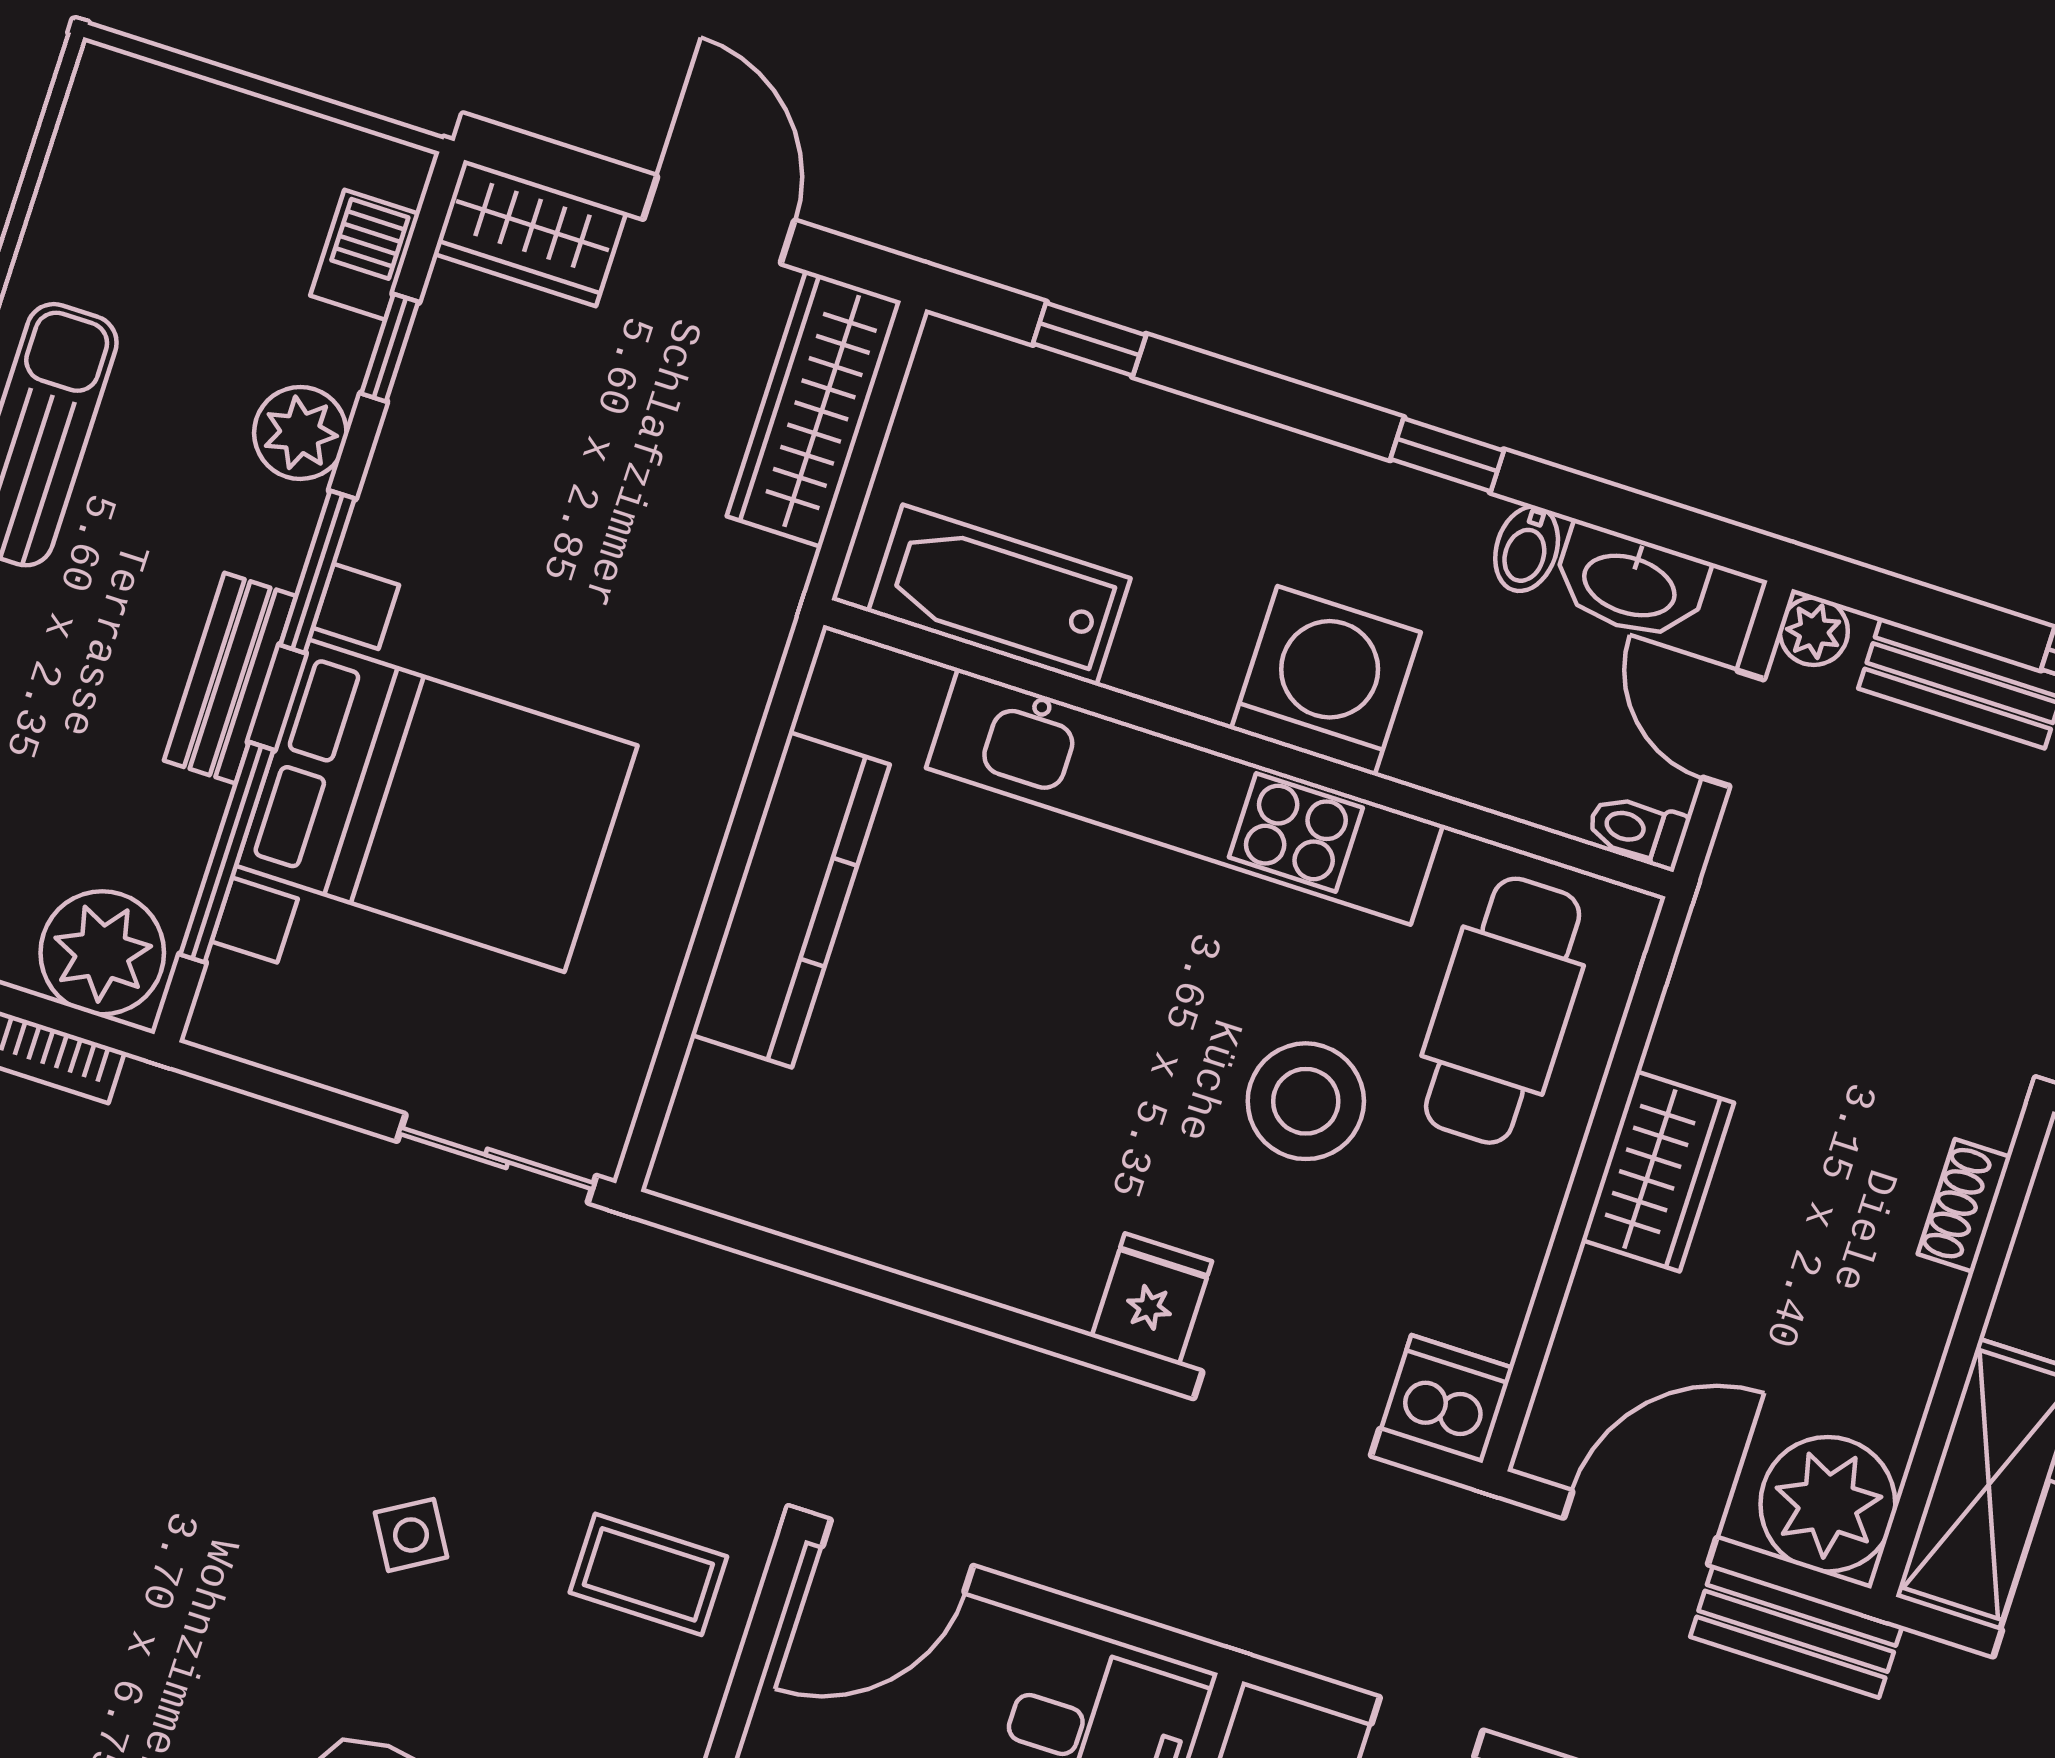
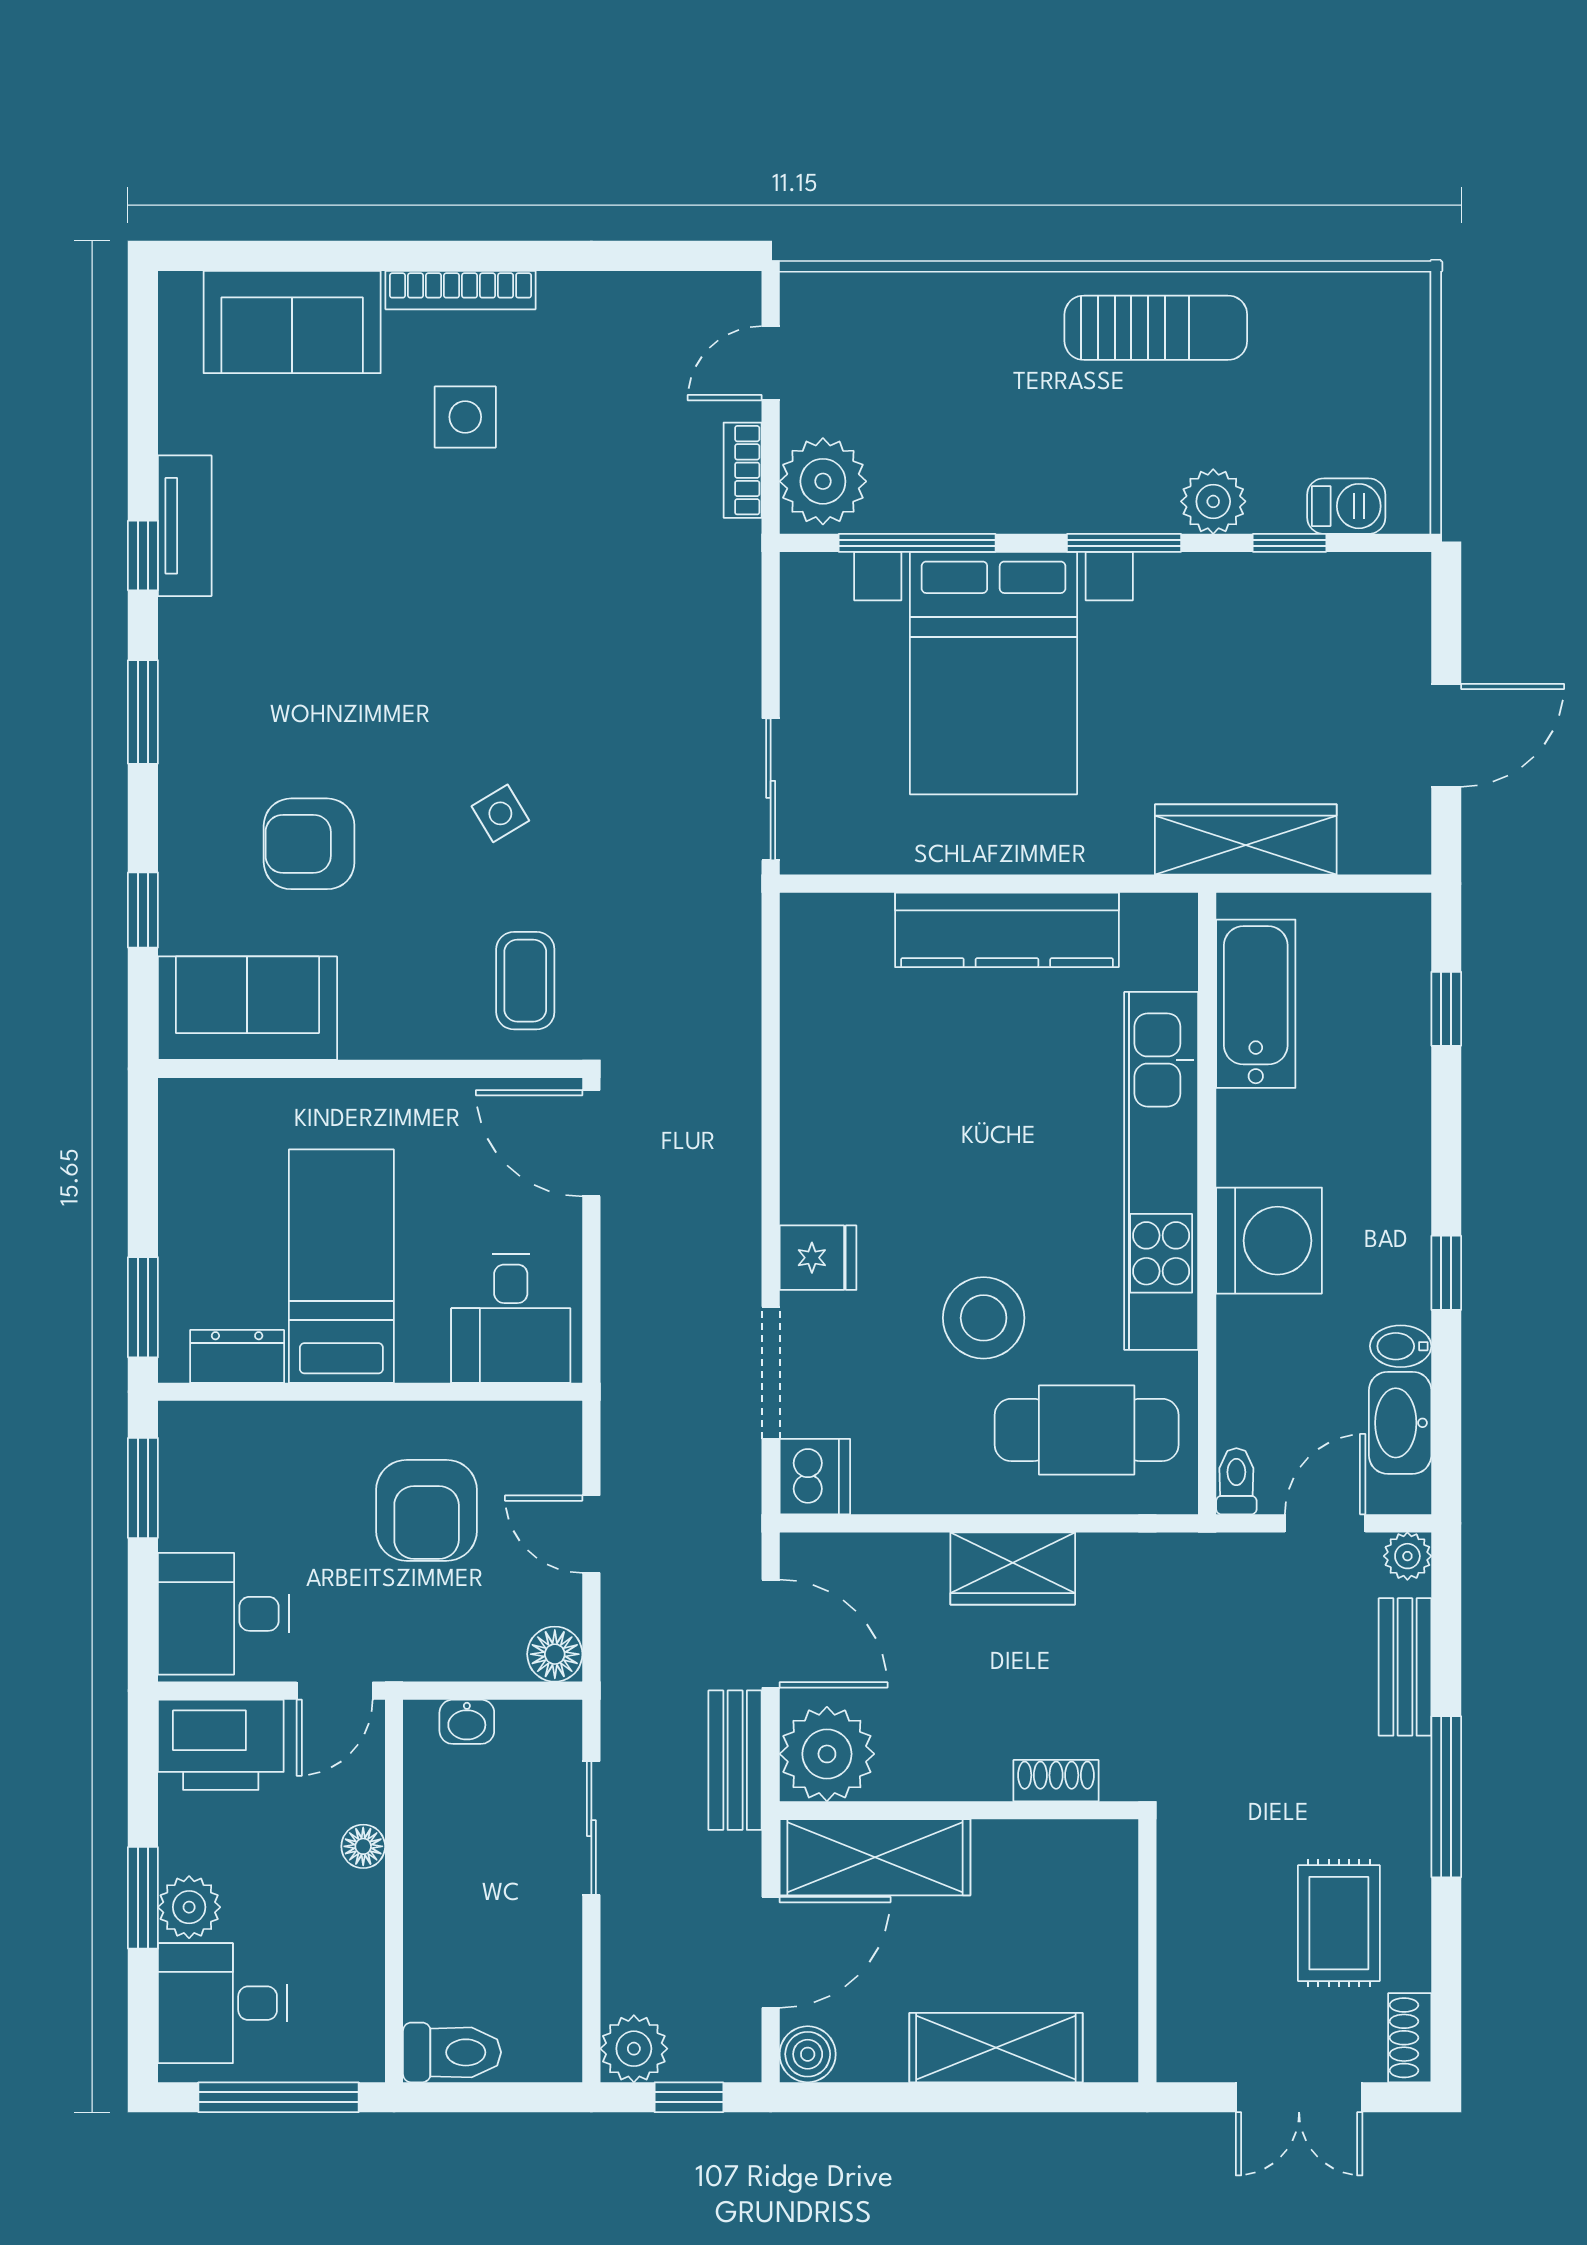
wardrobe: (530, 233) -> (1396, 612), removed
wardrobe: (814, 409) -> (1246, 840), moved
bench: (230, 678) -> (1034, 507), removed

